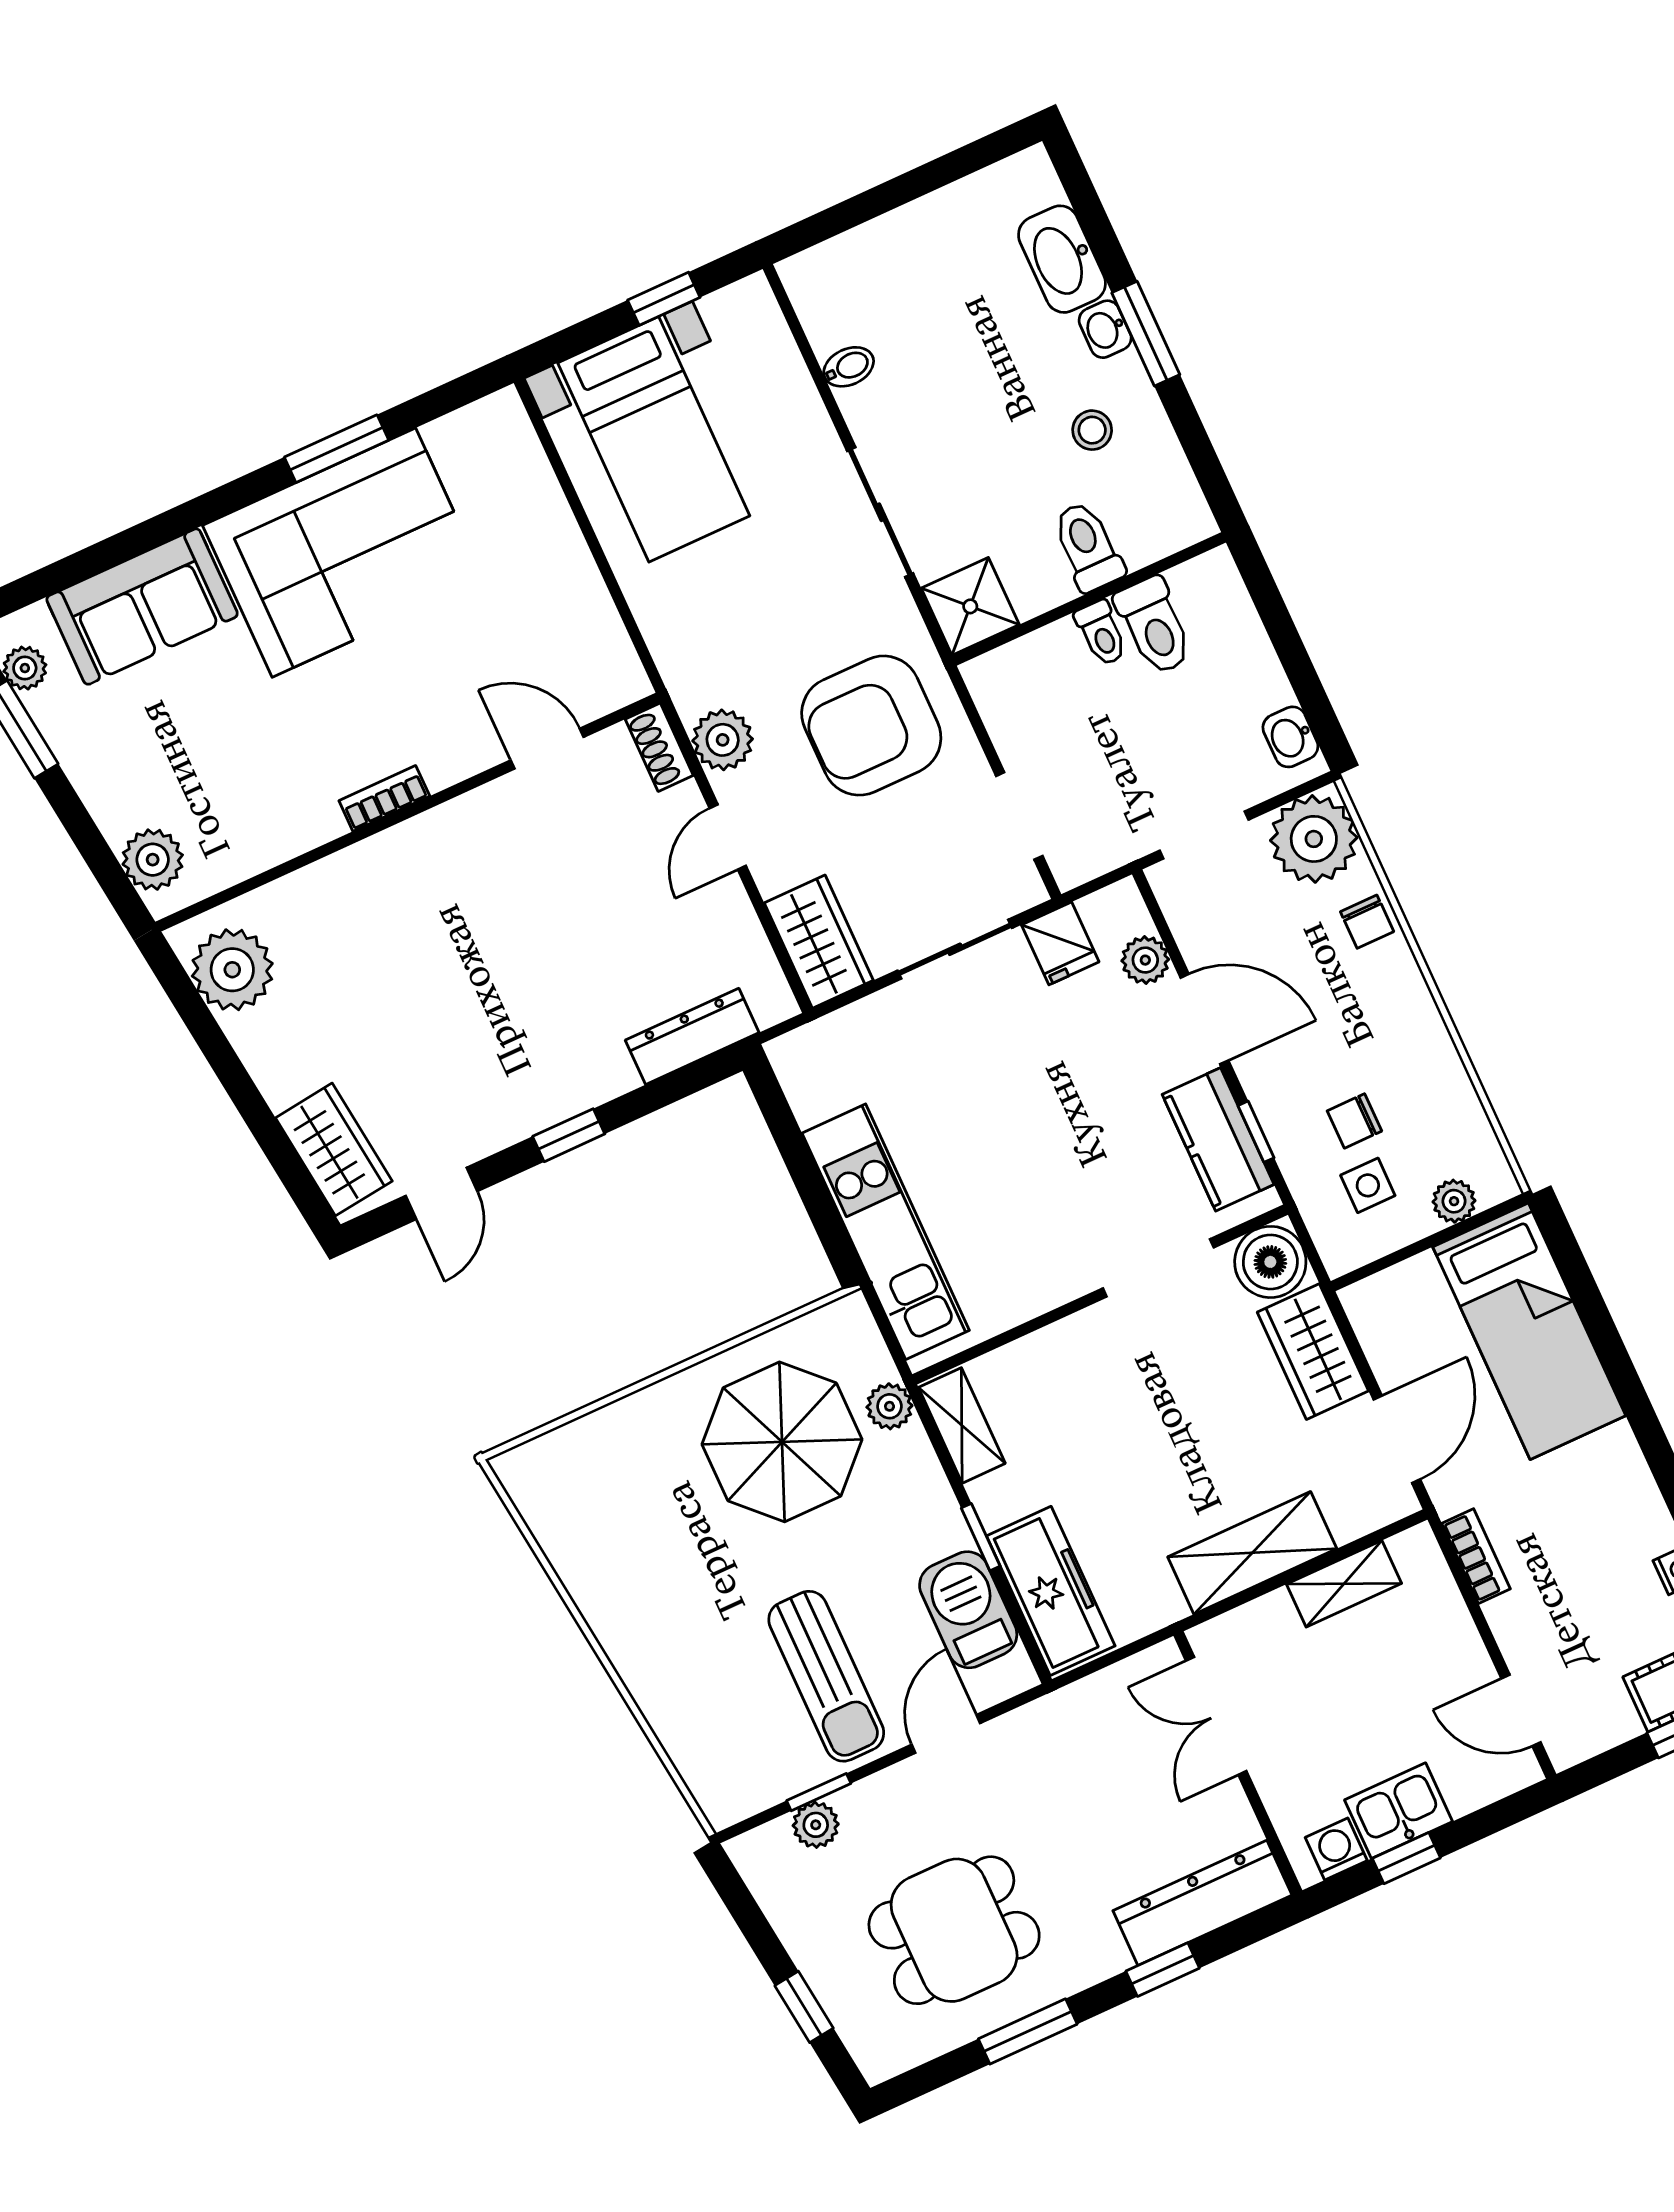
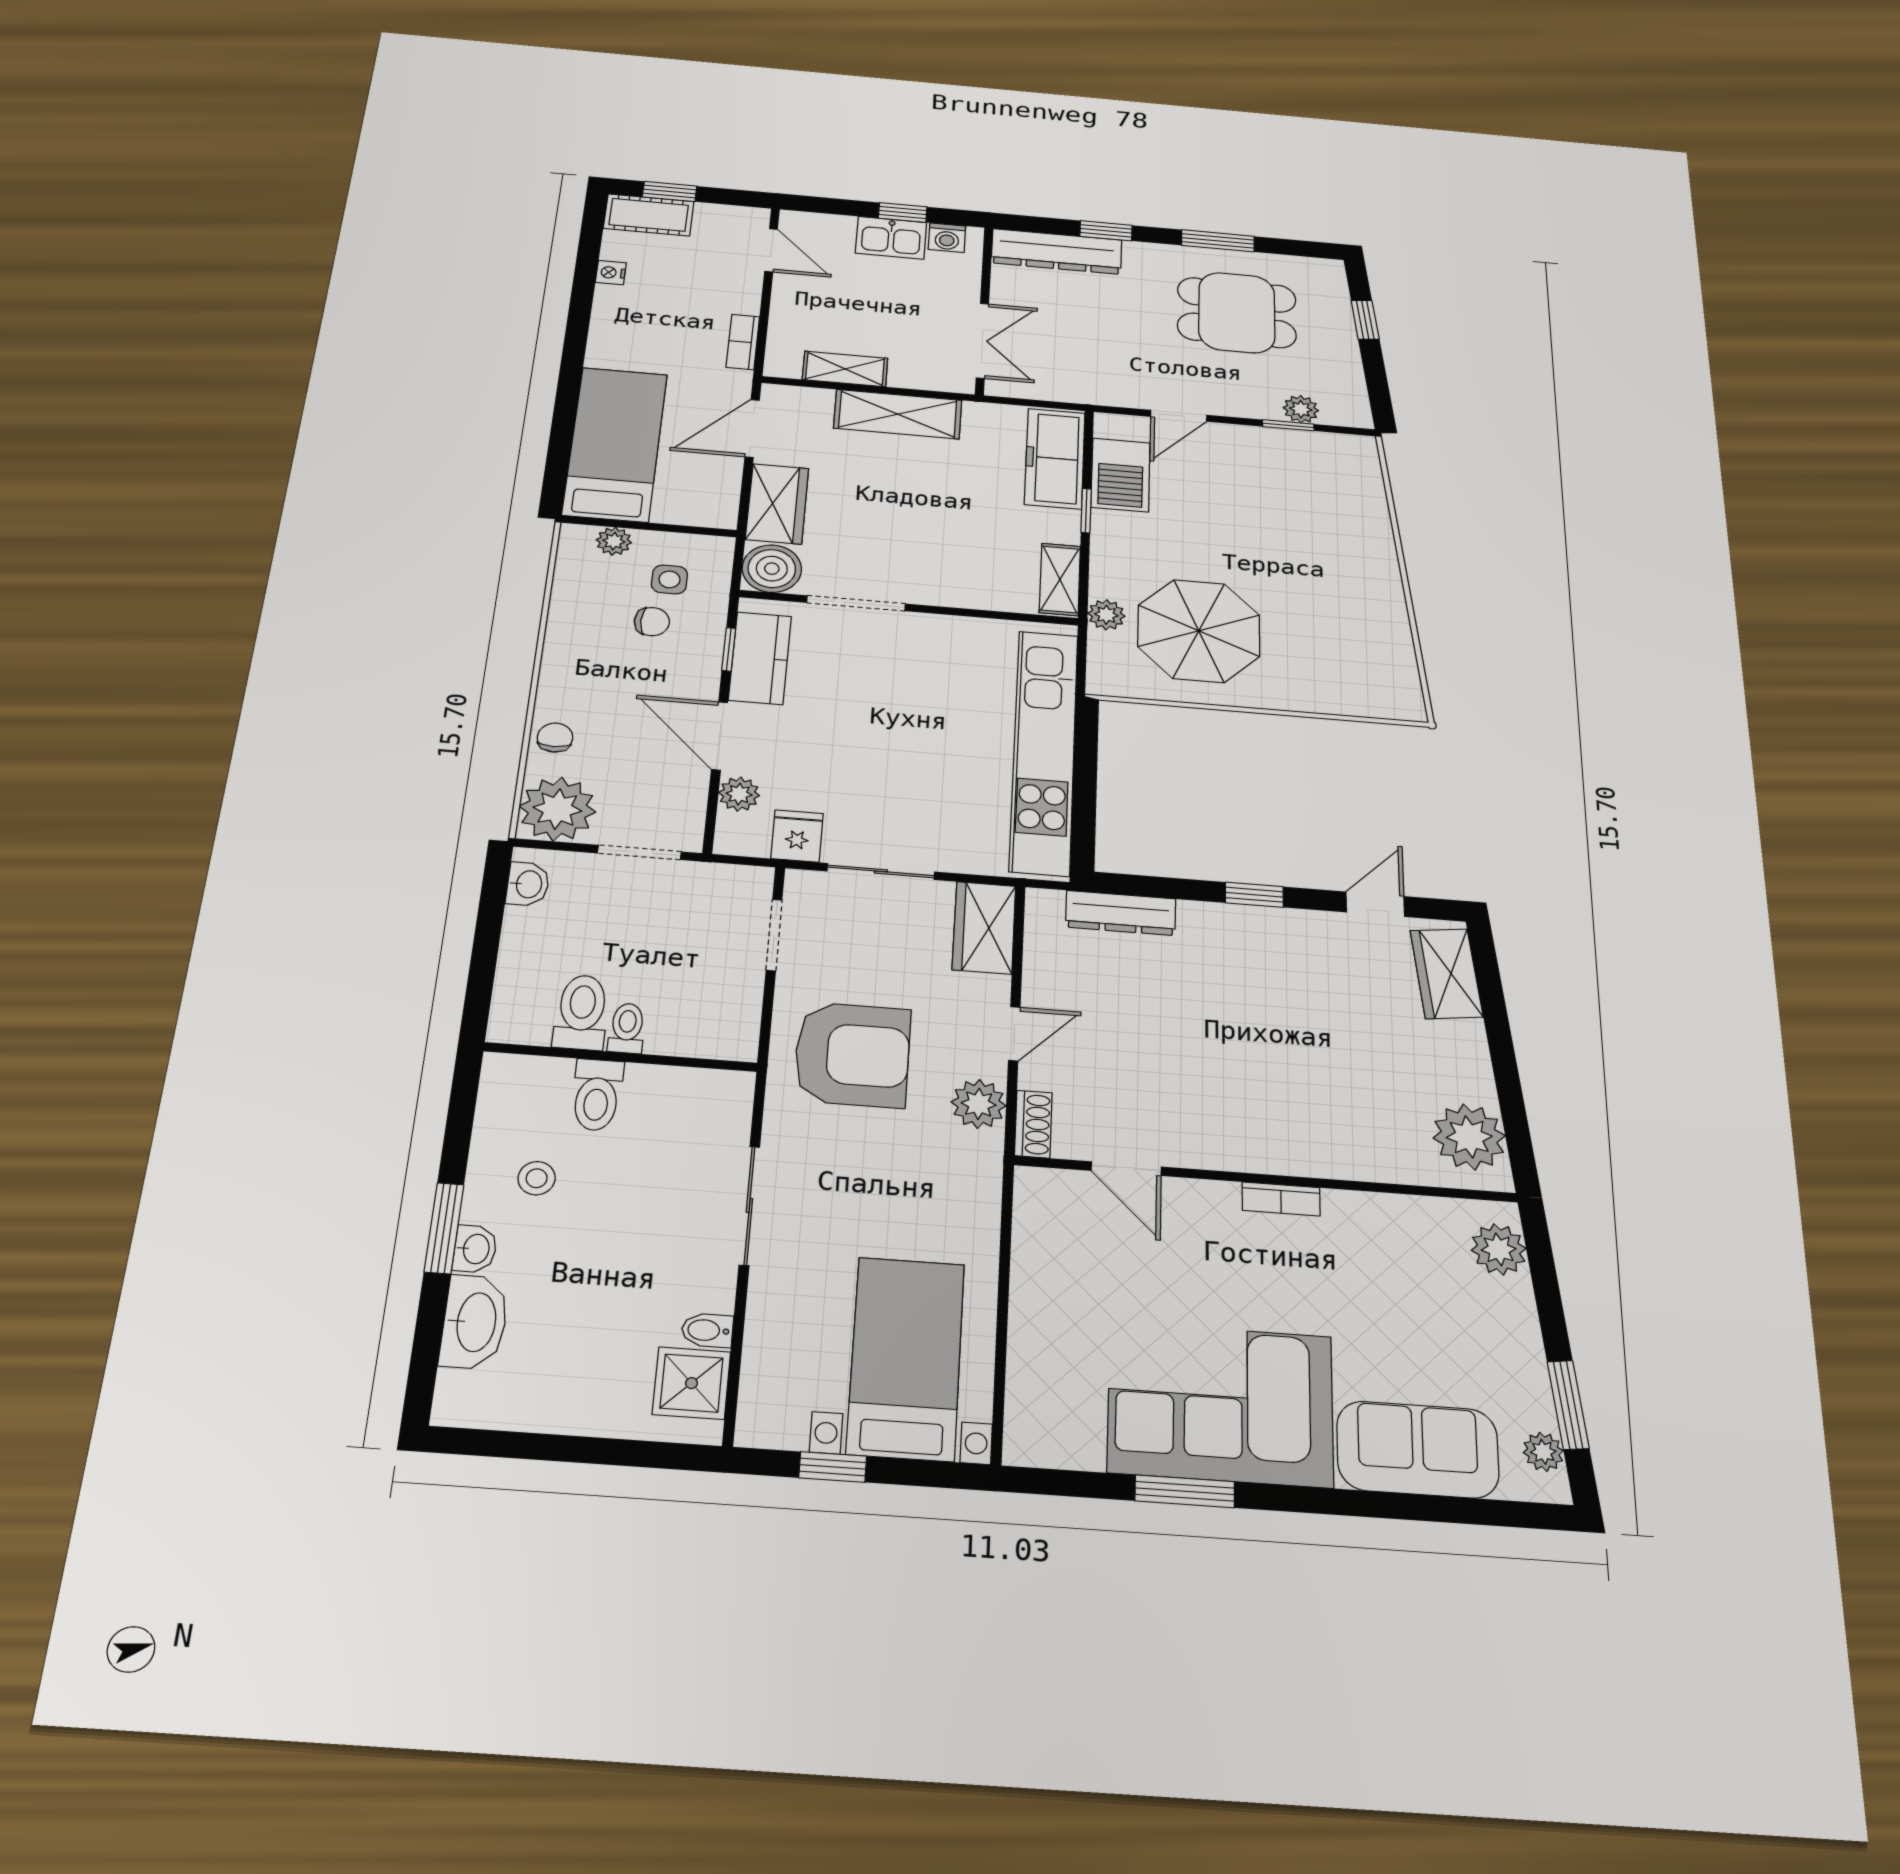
shower: (970, 606) -> (691, 1383), moved
kitchen unit: (886, 1232) -> (1044, 751), width x1.36
sun lounger: (826, 1676) -> (1245, 485), removed

